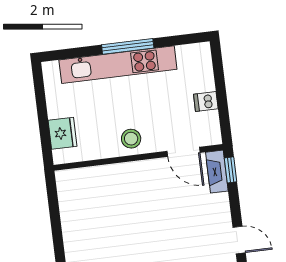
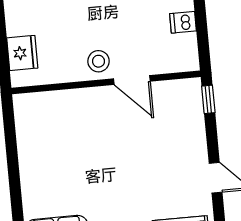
door: (183, 152) -> (132, 80), moved
fireplace: (217, 172) -> (193, 101), removed

